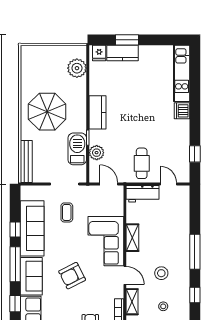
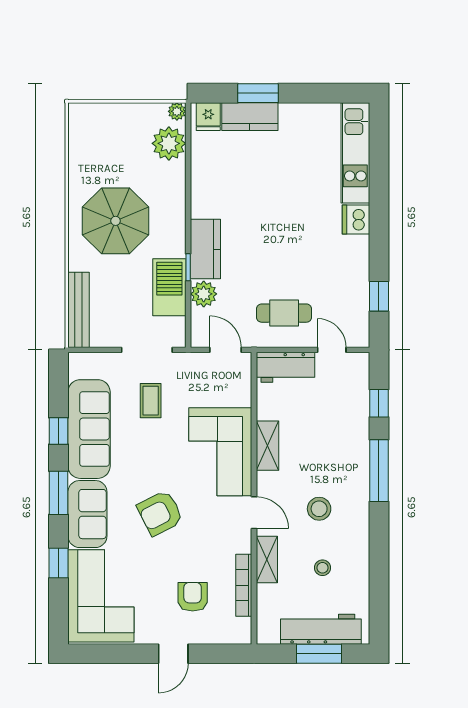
plant: (82, 50) -> (177, 111), added
kitchen counter: (98, 112) -> (205, 249), moved
cafe table: (142, 163) -> (284, 313), turned 90
window: (15, 264) -> (59, 493), width x0.69
window: (195, 295) -> (379, 403), moved

